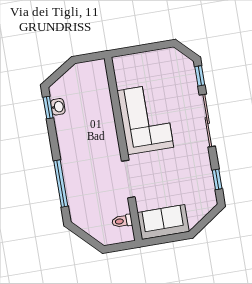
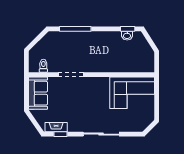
window: (200, 76) -> (132, 134), removed
corner sofa: (145, 119) -> (132, 93), moved
fireplace: (208, 188) -> (56, 127), added

